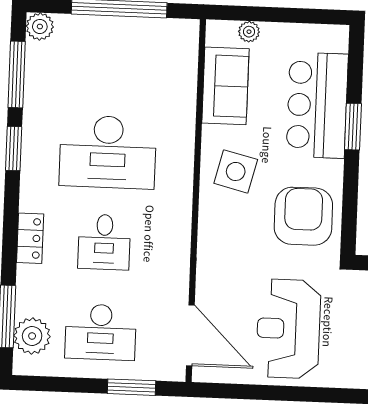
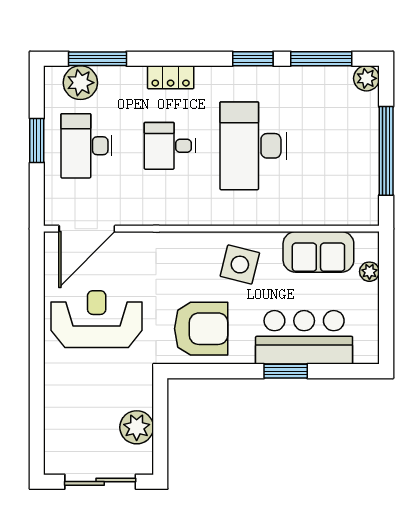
window: (131, 387) -> (37, 140), moved

